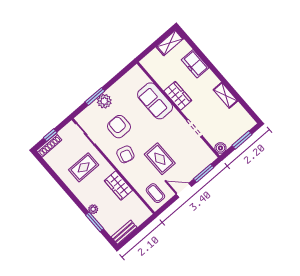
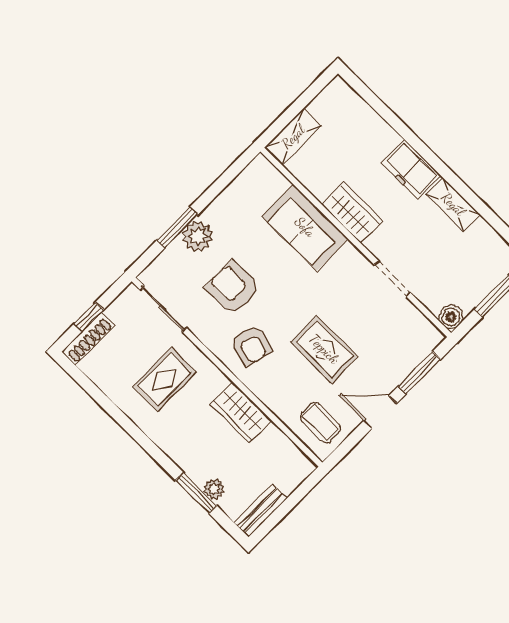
shelving: (170, 43) -> (293, 137), moved
freezer: (195, 64) -> (411, 170), moved
plant: (93, 209) -> (214, 489), moved

